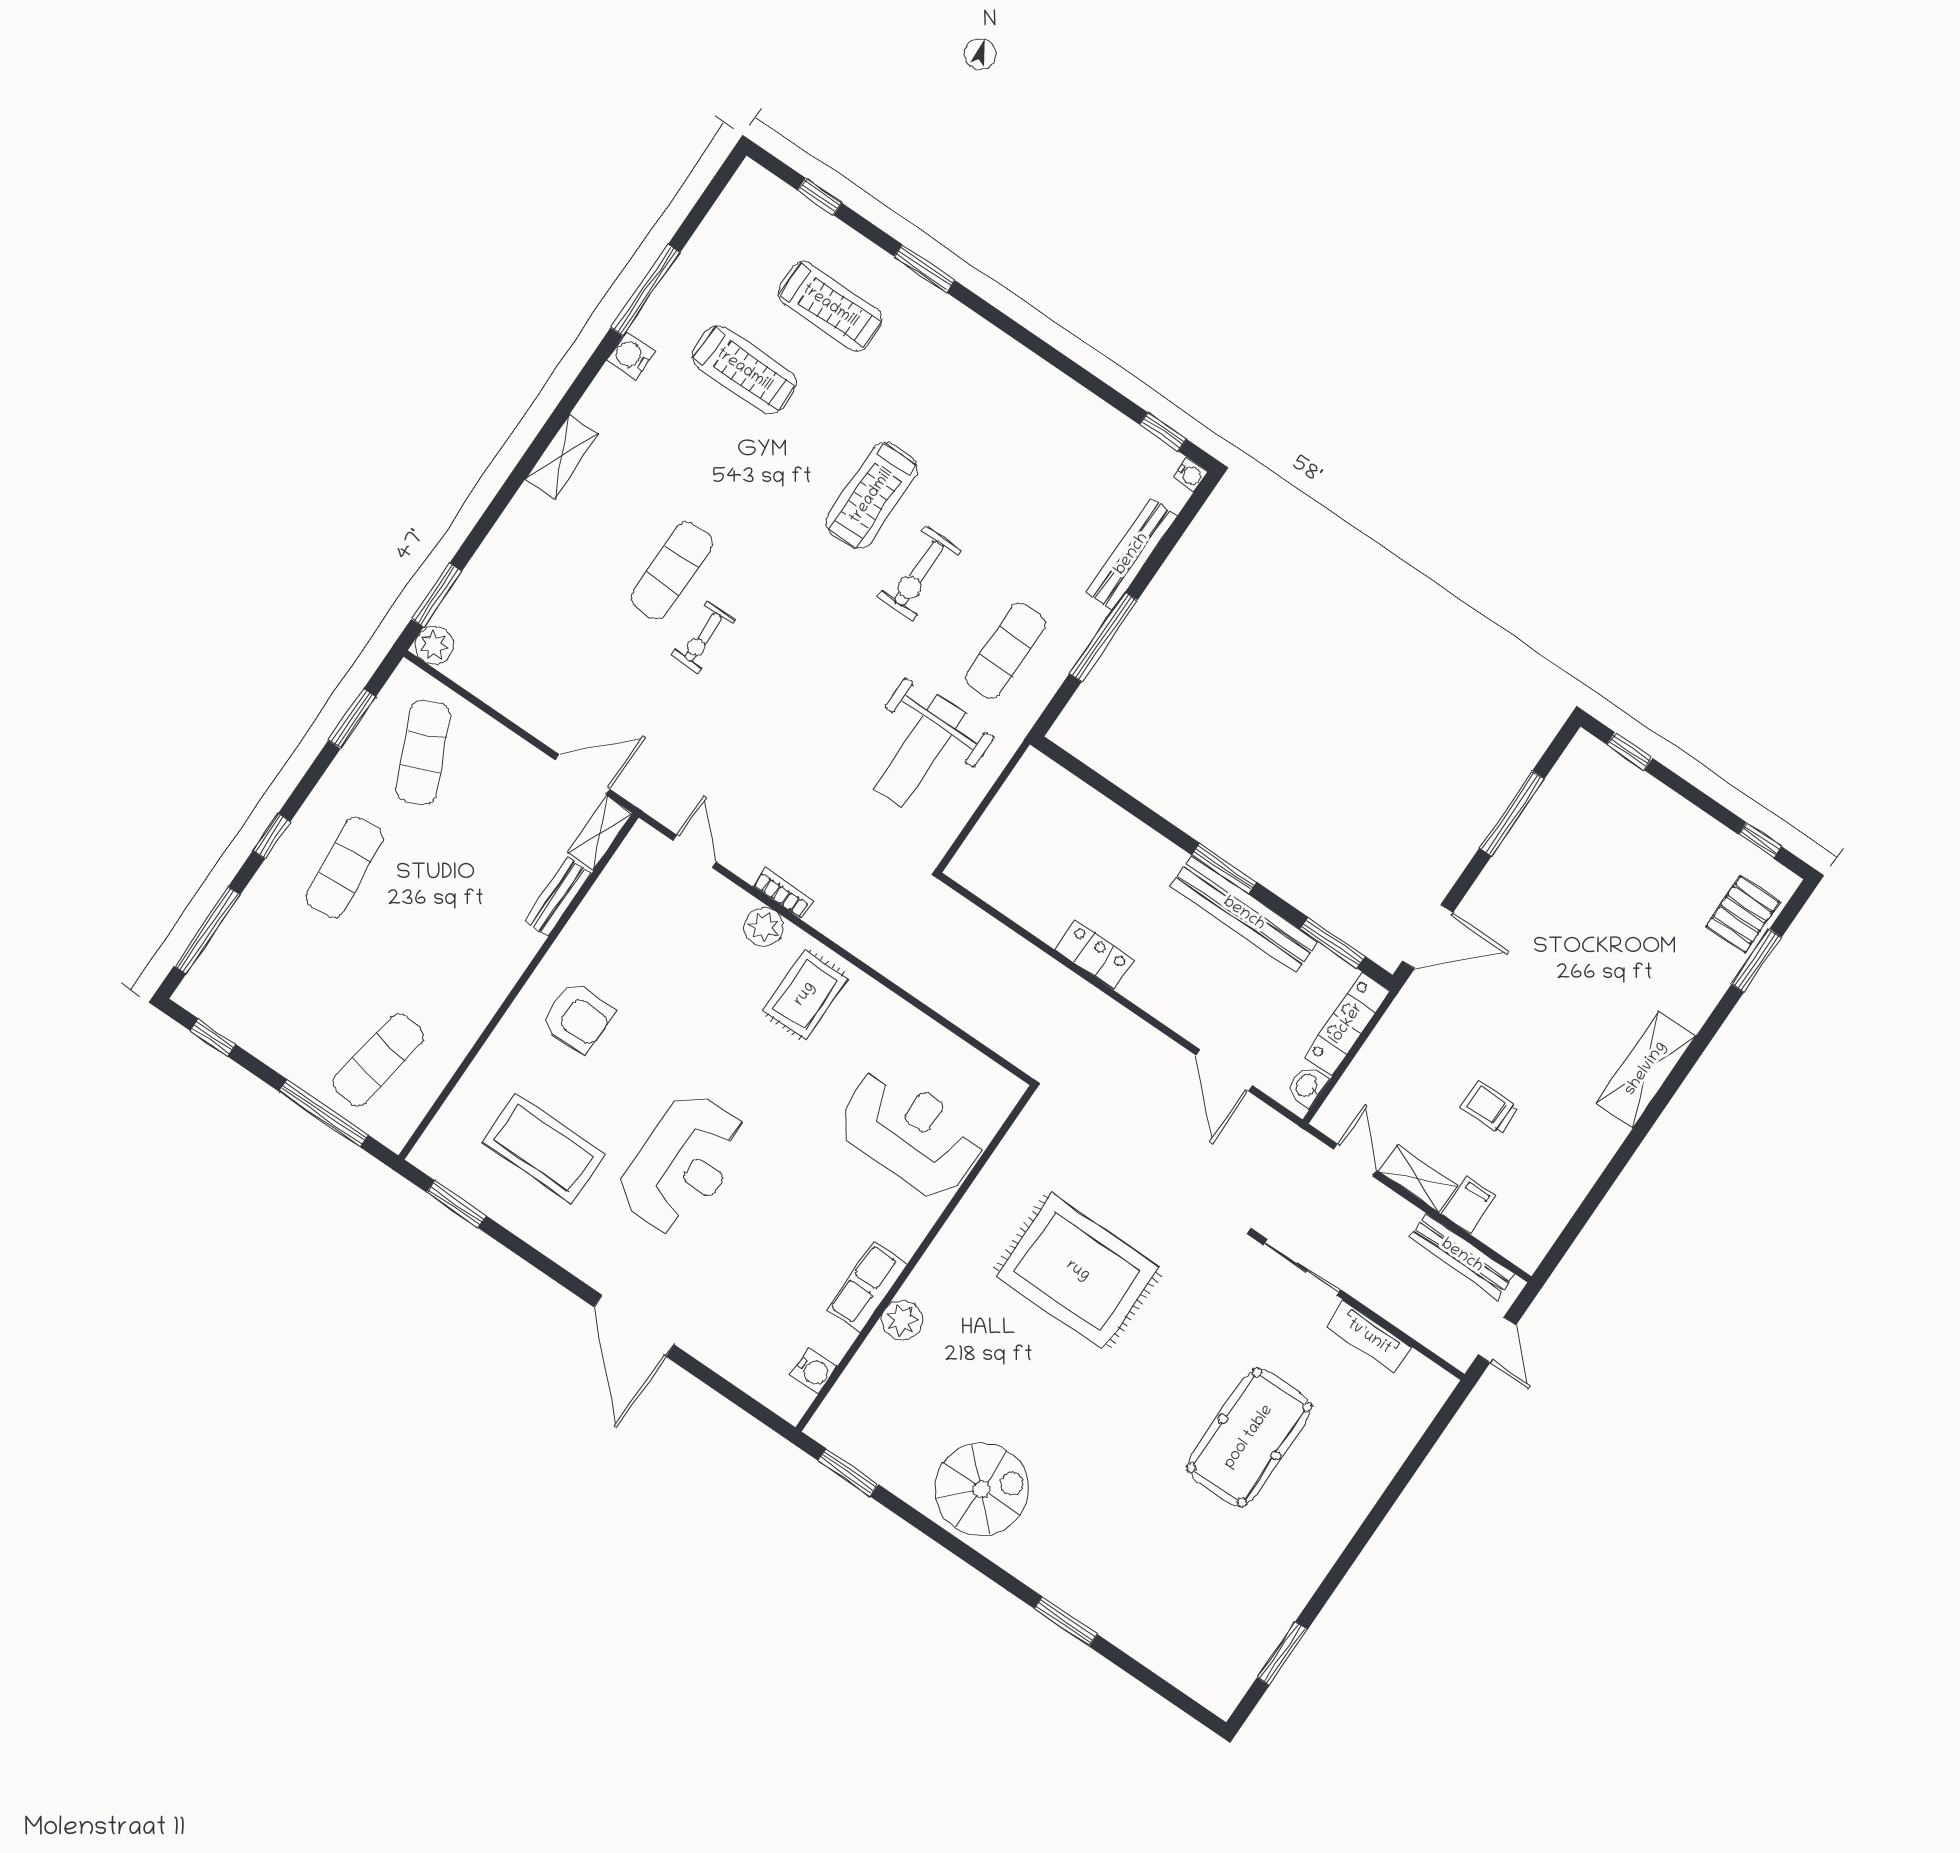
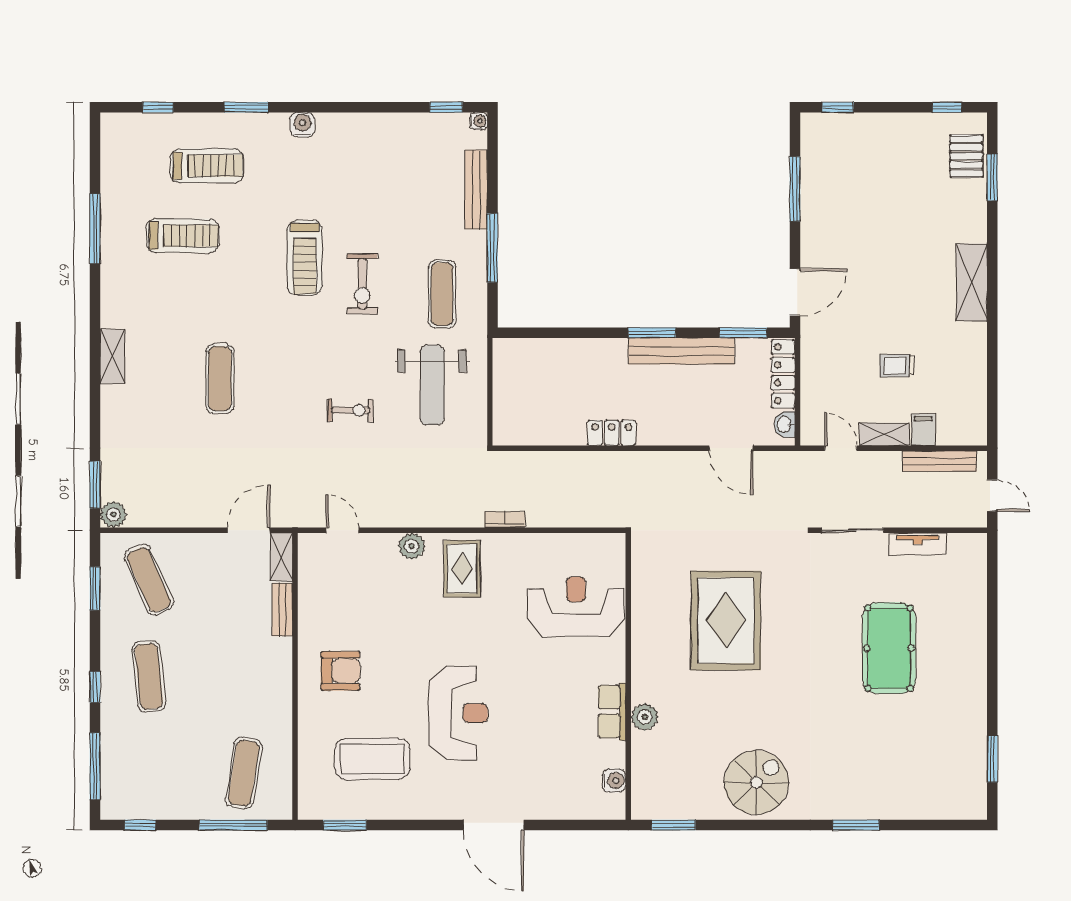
water cooler: (631, 356) -> (302, 125), moved, turned 90
exercise bike: (703, 637) -> (351, 410), moved, turned -90
bookcase: (783, 893) -> (505, 520), moved
rug: (1078, 1271) -> (726, 621), turned 90

